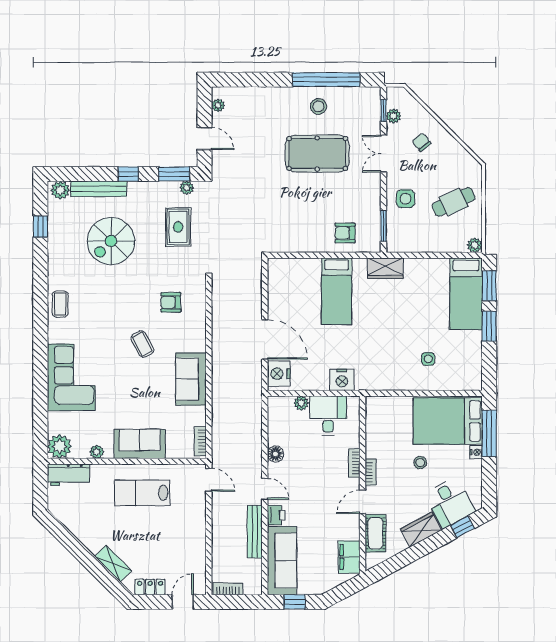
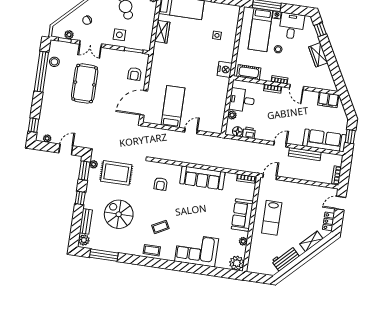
window: (236, 80) -> (33, 125), added
stool: (318, 106) -> (54, 62), moved
bench: (99, 189) -> (86, 221), width x0.73
window: (40, 227) -> (104, 255), width x2.17
rug: (178, 227) -> (116, 173), width x1.36, depth x1.43
spiral stairs: (111, 241) -> (119, 214), turned 180
door: (300, 255) -> (144, 103), added
wardrobe: (385, 268) -> (162, 32), moved
bed: (337, 291) -> (173, 107), moved, turned -90
door: (265, 339) -> (191, 131), width x0.53
coffee table: (142, 344) -> (160, 227), moved
nightstand: (279, 374) -> (213, 126), removed
sofa: (191, 379) -> (202, 178), width x1.36
nightstand: (342, 380) -> (225, 69), moved
bed: (448, 421) -> (260, 30), width x0.67
floor lamp: (275, 454) -> (237, 131), moved
workbench: (68, 475) -> (285, 259), moved, turned -135
desk: (450, 503) -> (292, 26), moved, turned -62
printer: (276, 515) -> (249, 133), moved
cot: (375, 533) -> (249, 72), moved
door: (183, 602) -> (340, 203), hinge flipped

